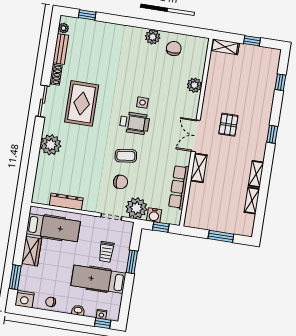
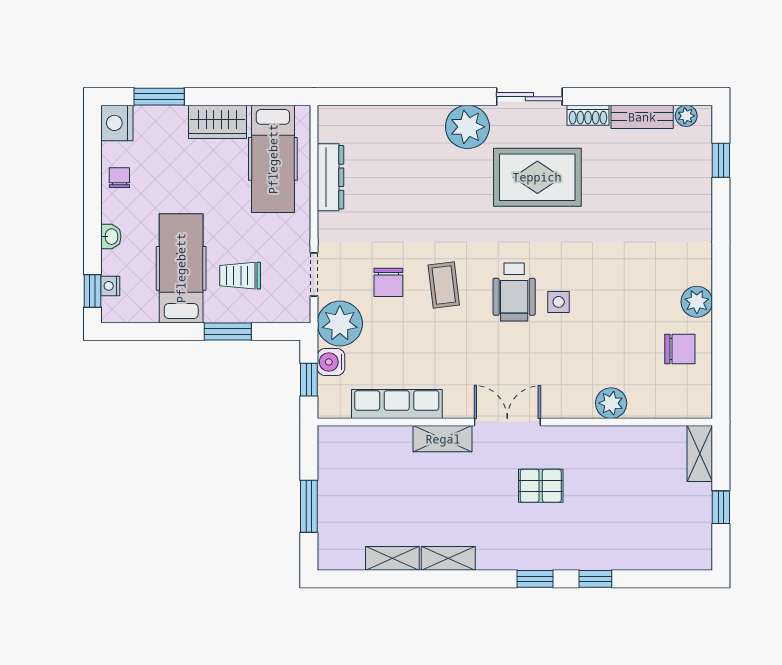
window: (280, 82) -> (595, 579), moved
plant: (51, 145) -> (467, 127), moved

